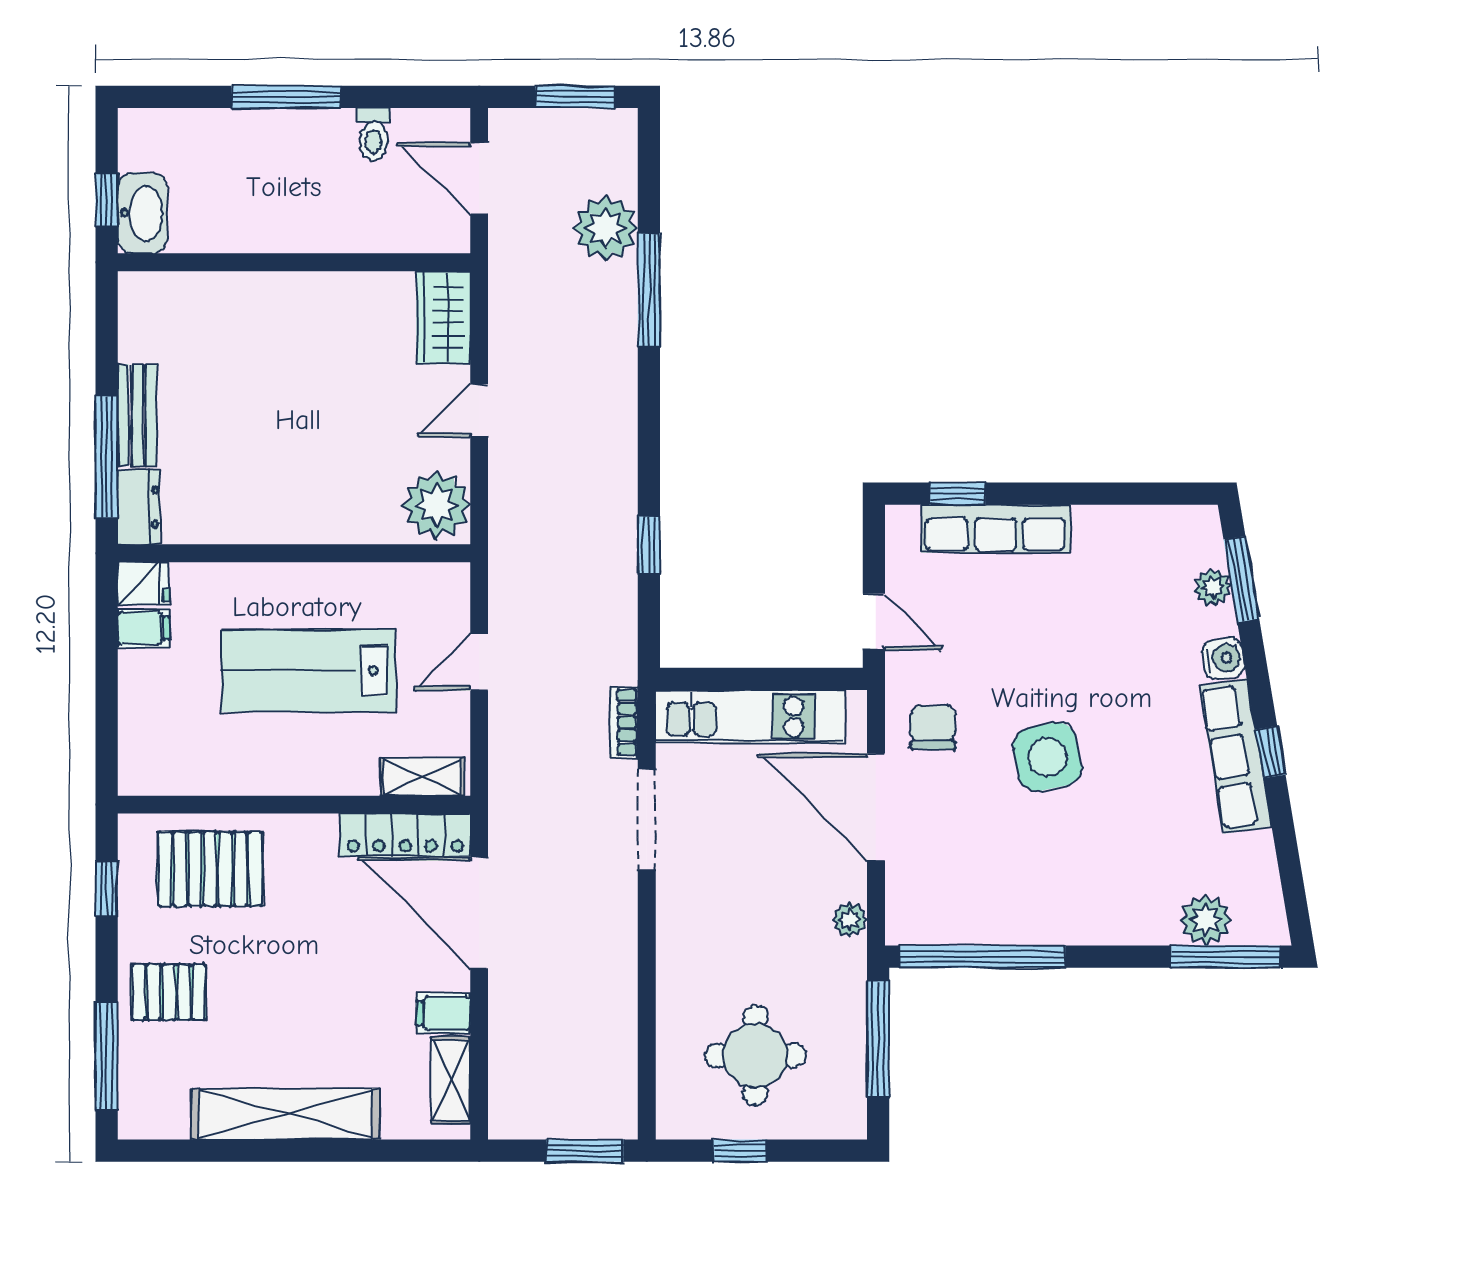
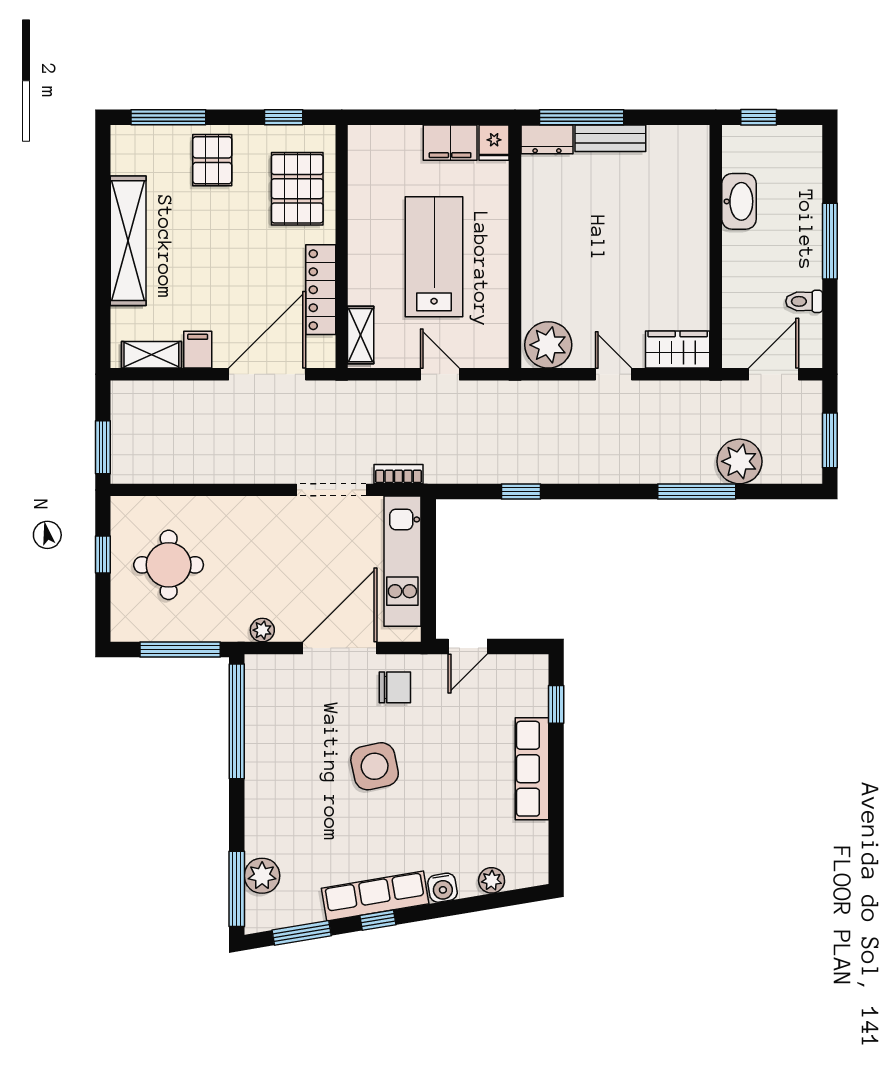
washbasin: (142, 213) -> (739, 201), moved, turned -90
row of seats: (996, 529) -> (532, 769), moved
window: (1241, 579) -> (302, 933), moved
filing cabinet: (143, 628) -> (450, 143), width x2.00
locker: (405, 835) -> (321, 290), moved

